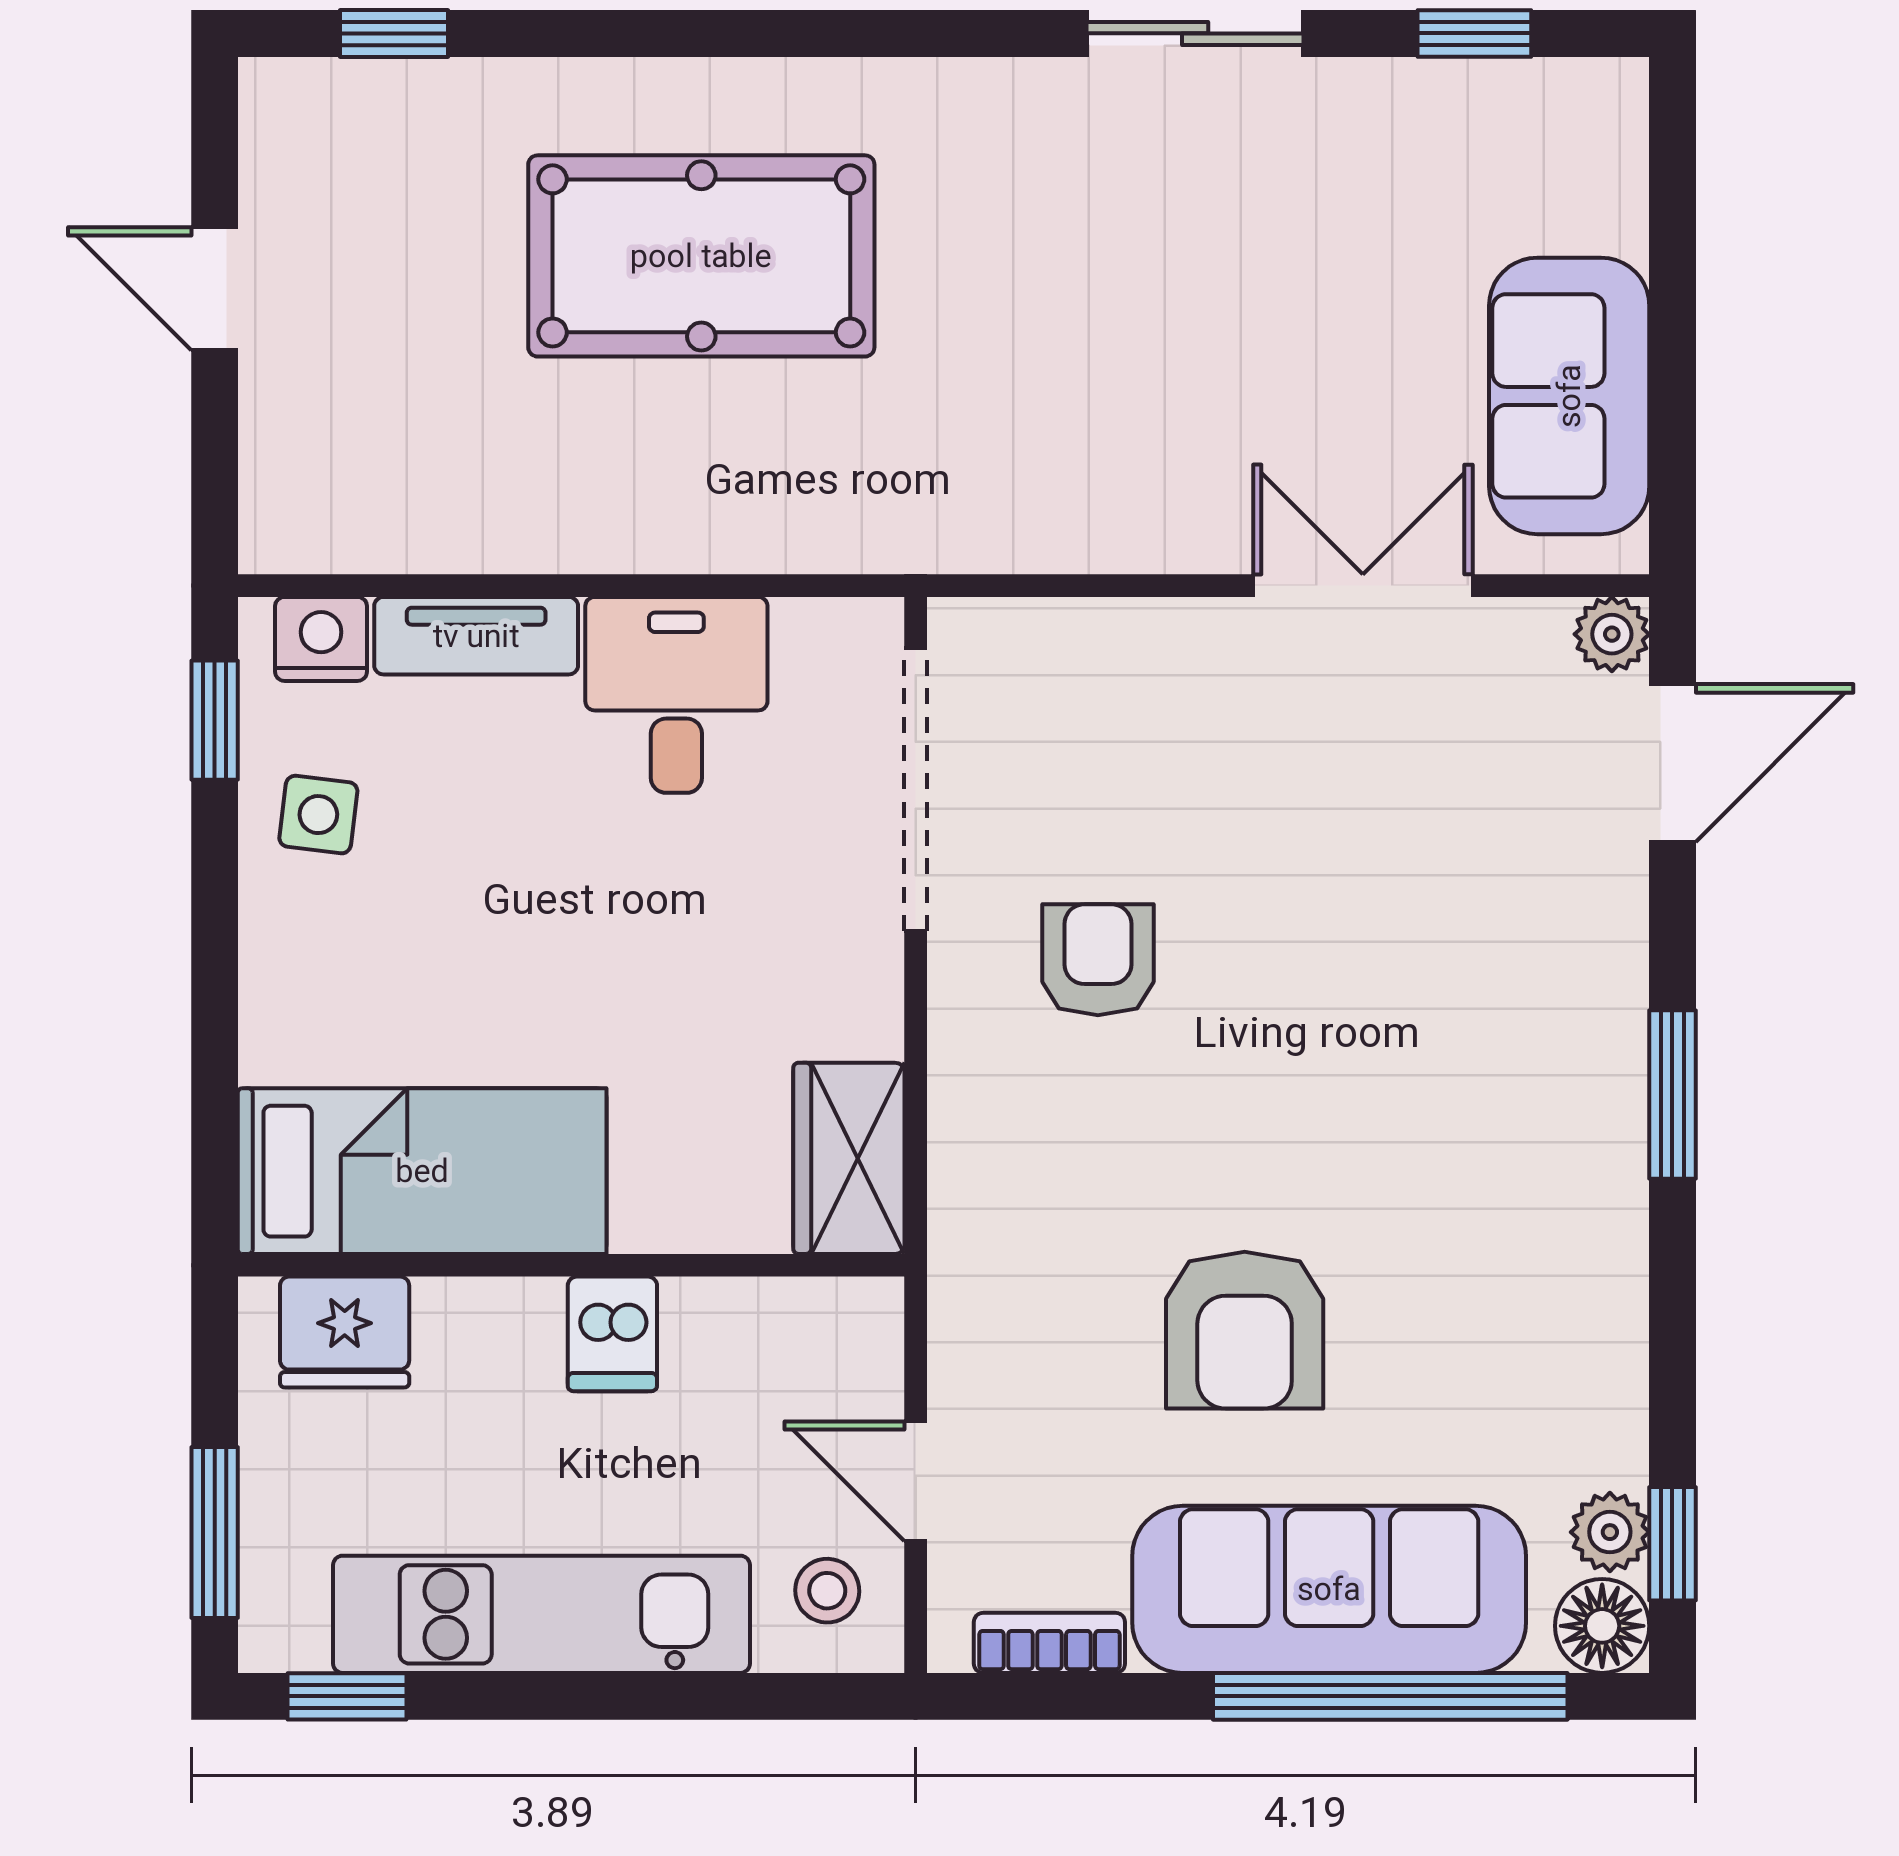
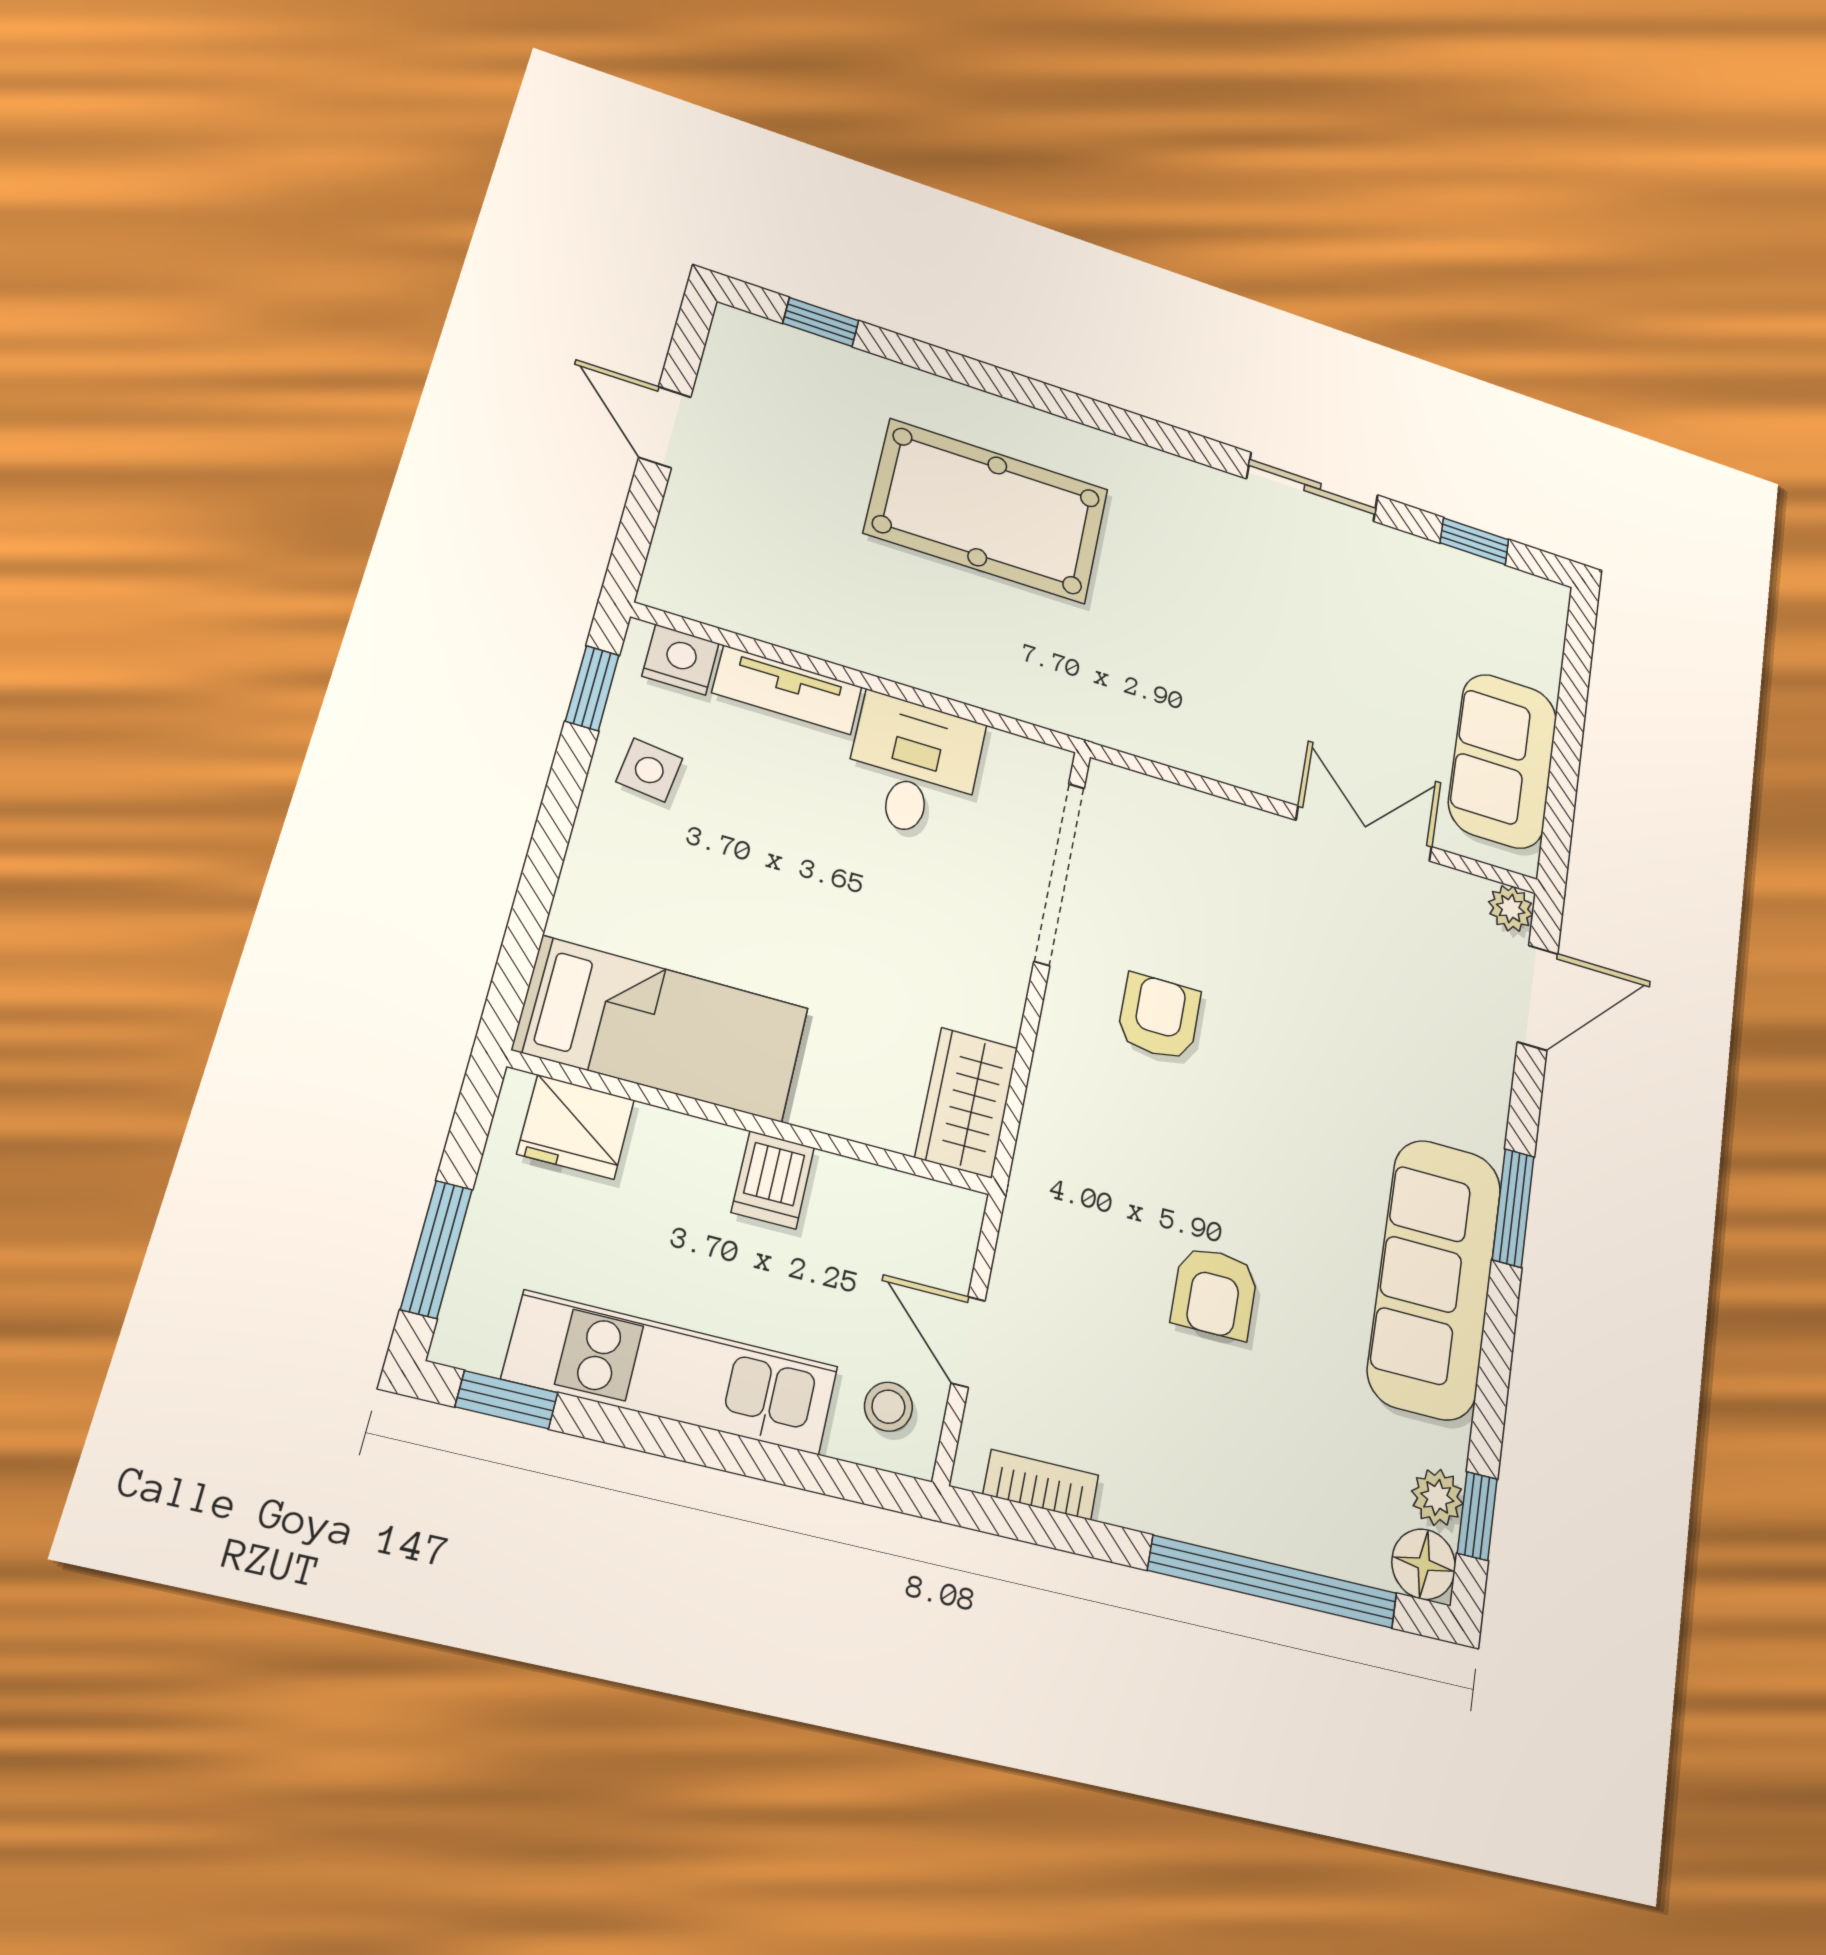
armchair: (1245, 1330) -> (1215, 1293), width x0.72, depth x0.72
sofa: (1329, 1589) -> (1435, 1278), moved, turned -90

